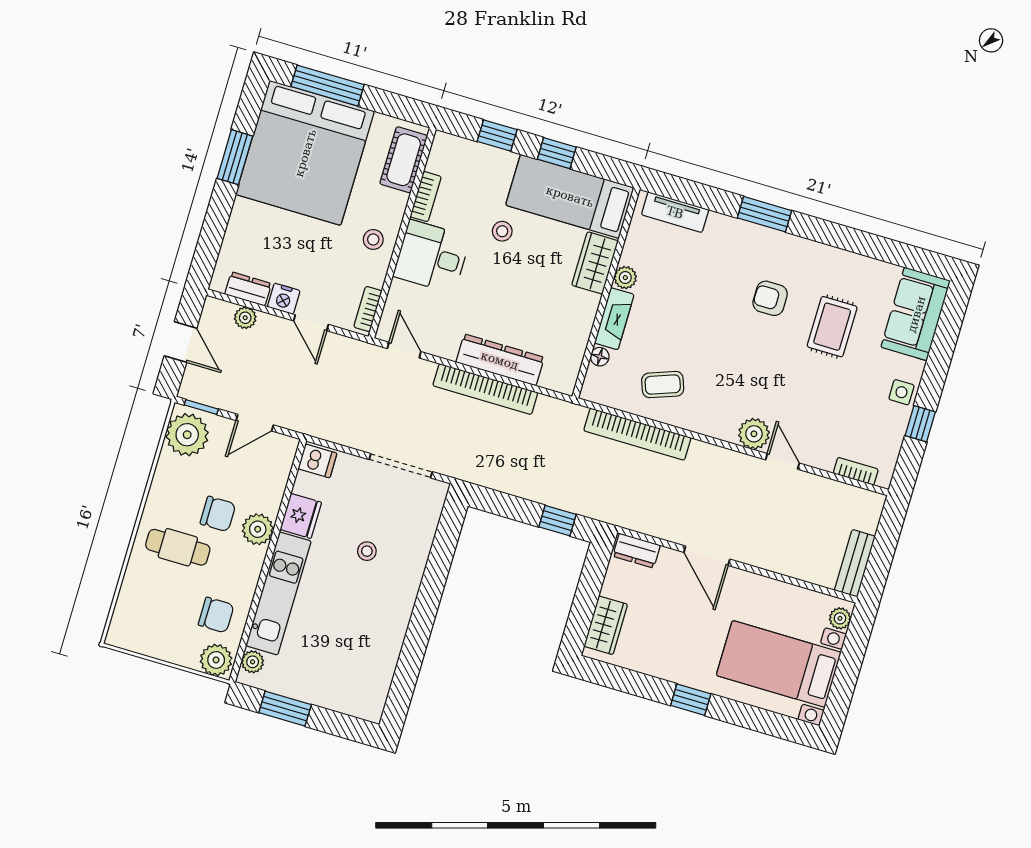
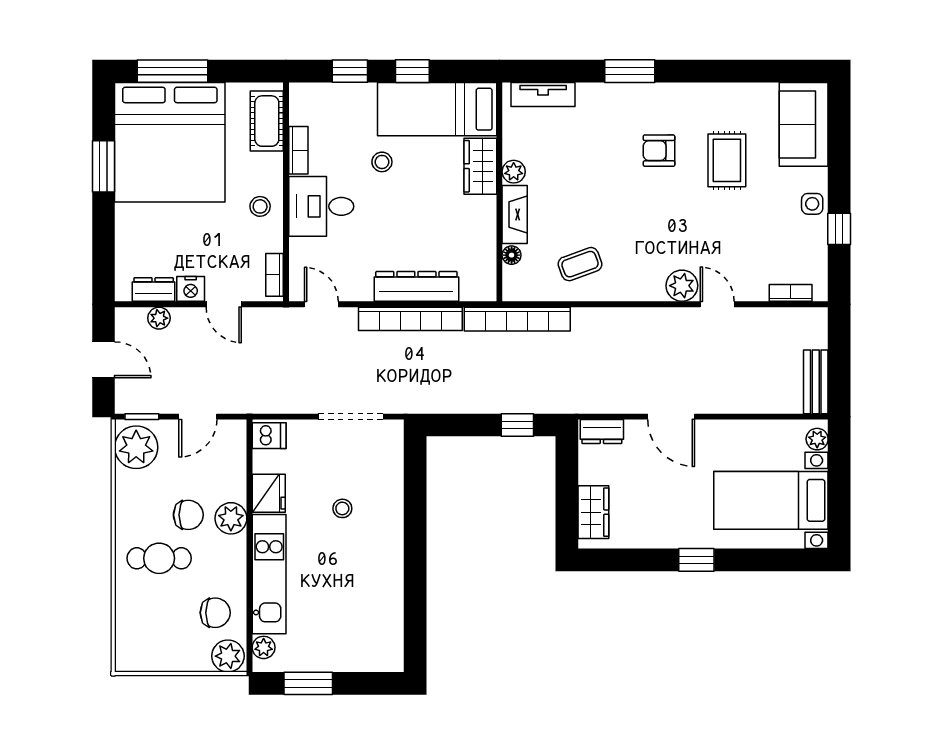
bookcase: (637, 434) -> (517, 319), moved

